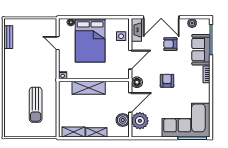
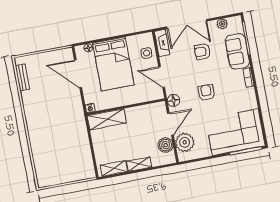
door: (58, 43) -> (78, 74), width x1.88
door: (130, 60) -> (162, 77), swing flipped
shelving: (89, 88) -> (107, 119), moved
sun lounger: (36, 105) -> (66, 146), removed

